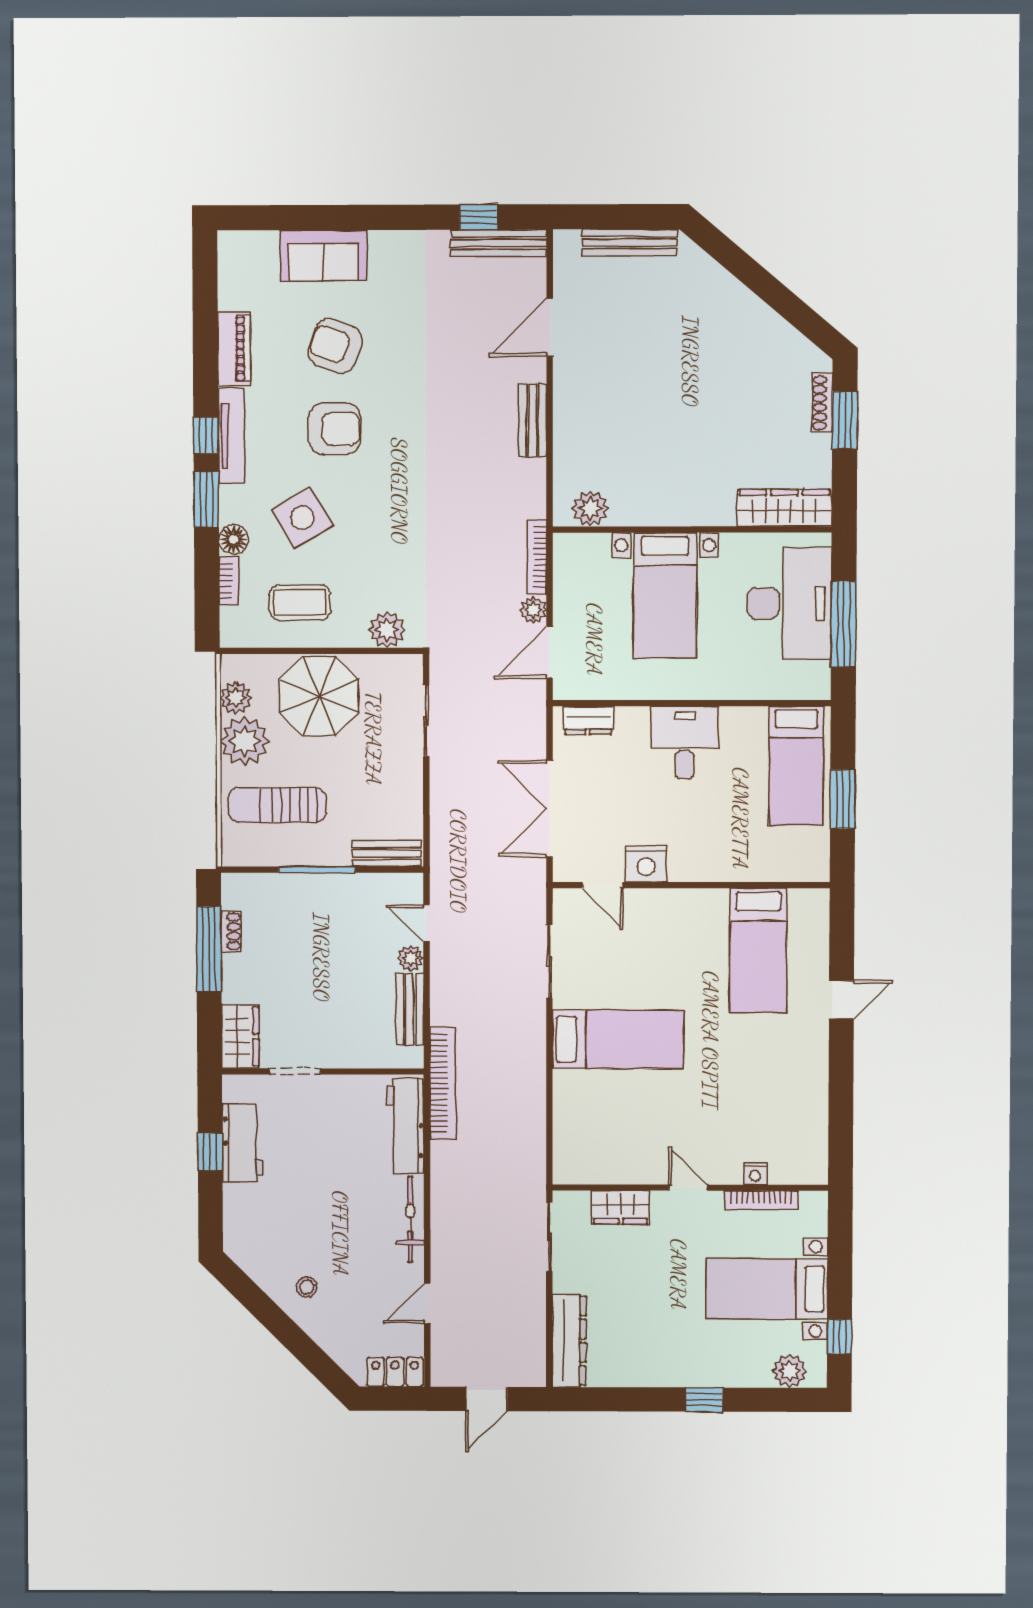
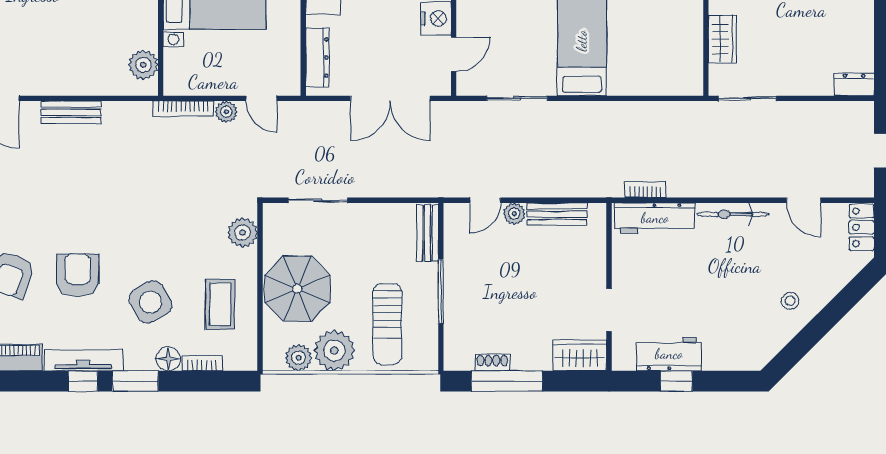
door: (550, 652) -> (261, 98), width x0.73
dresser: (588, 720) -> (317, 57), width x1.44
bookcase: (443, 1083) -> (645, 190), width x0.43, depth x0.76
dresser: (569, 1341) -> (854, 85), width x0.51, depth x0.80

